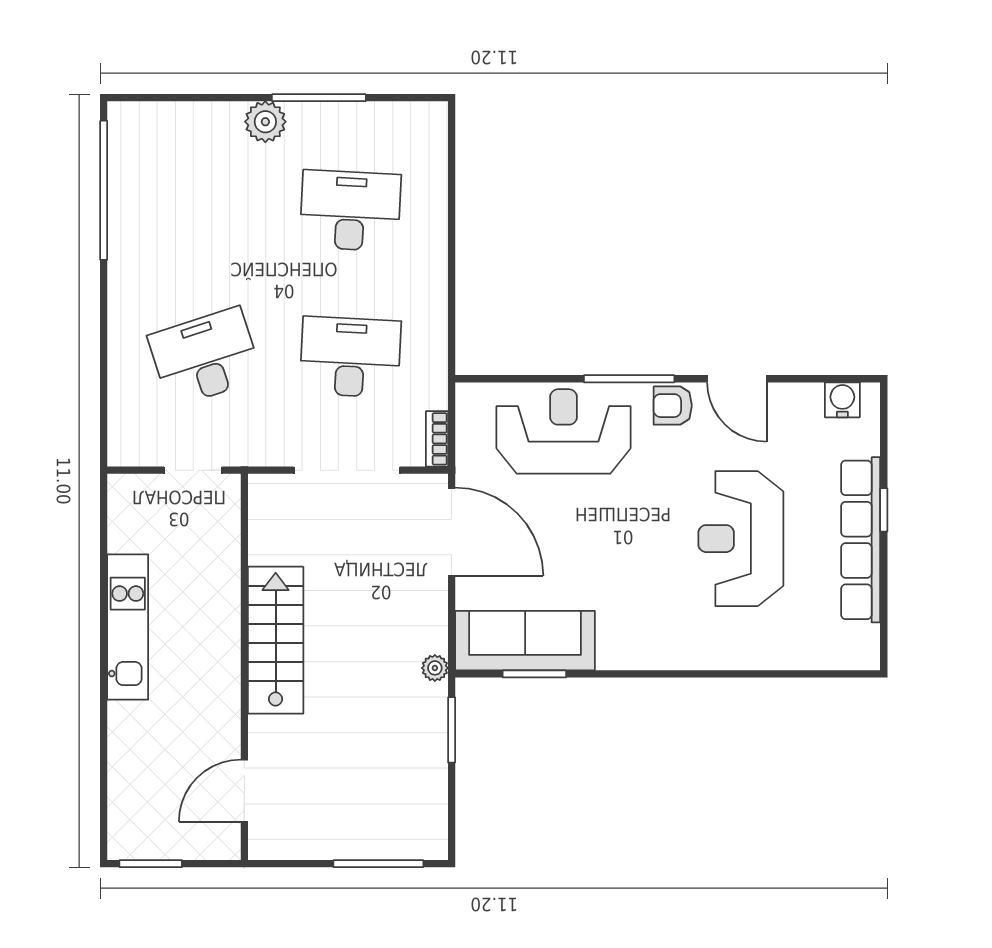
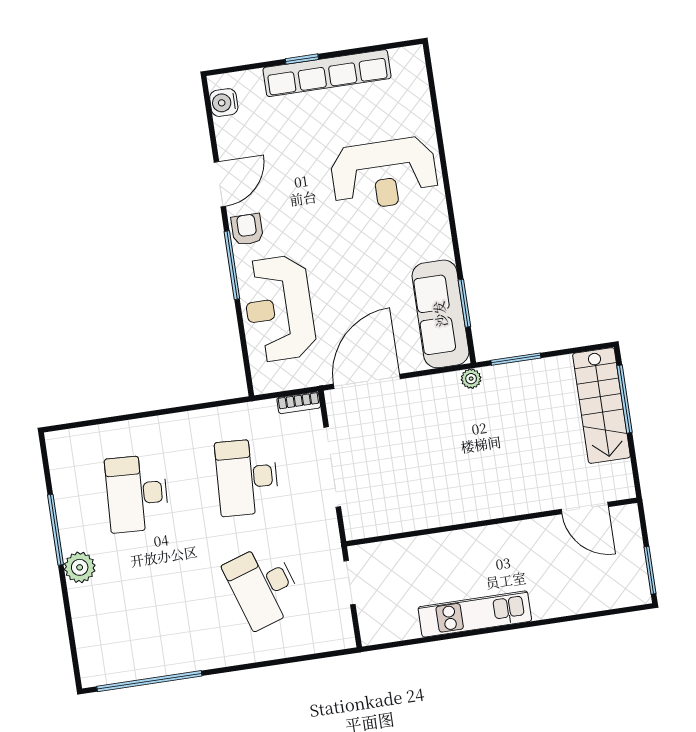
armchair: (673, 406) -> (247, 229), turned 180
reception desk: (741, 539) -> (384, 174), moved
stairs: (276, 640) -> (601, 406), moved, turned -90

